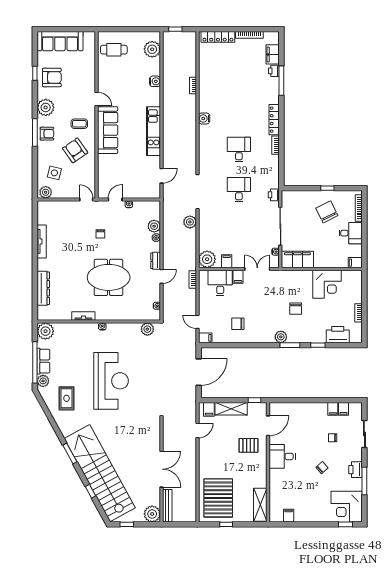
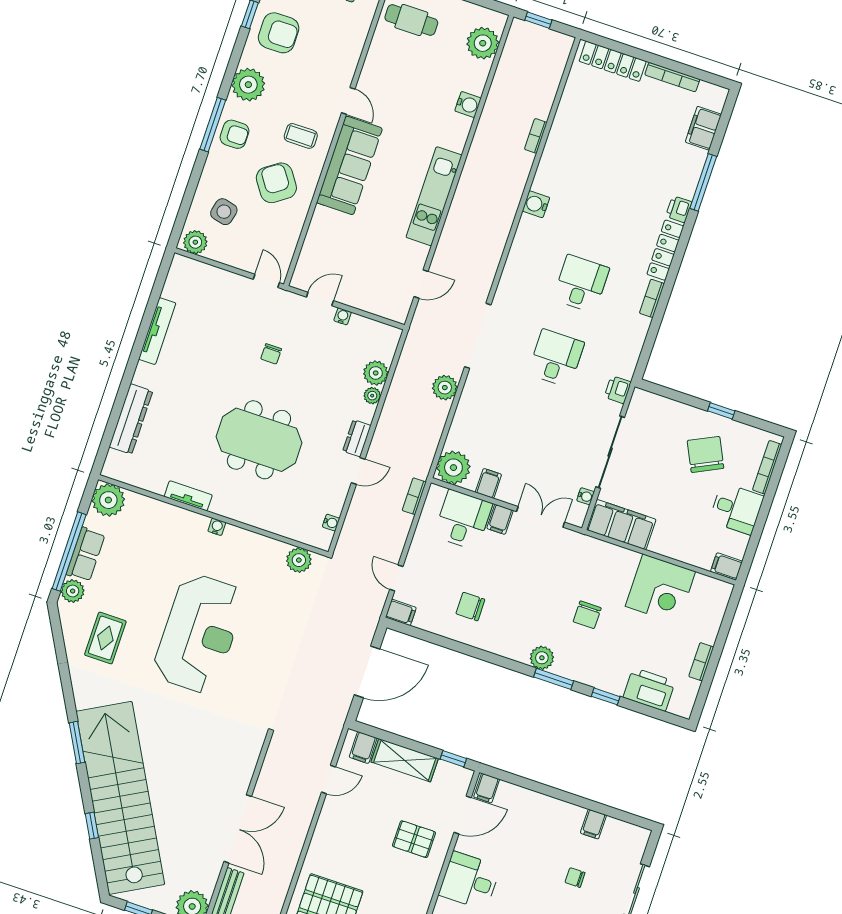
printer: (274, 71) -> (679, 209), moved
filing cabinet: (343, 409) -> (487, 788), moved

